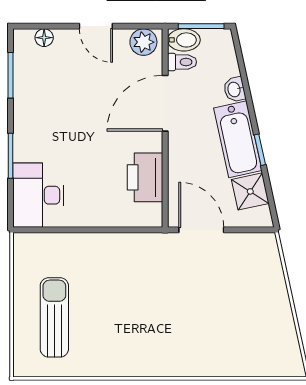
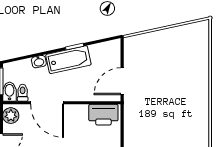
printer: (145, 177) -> (103, 115), moved
shower: (250, 191) -> (99, 52), removed

